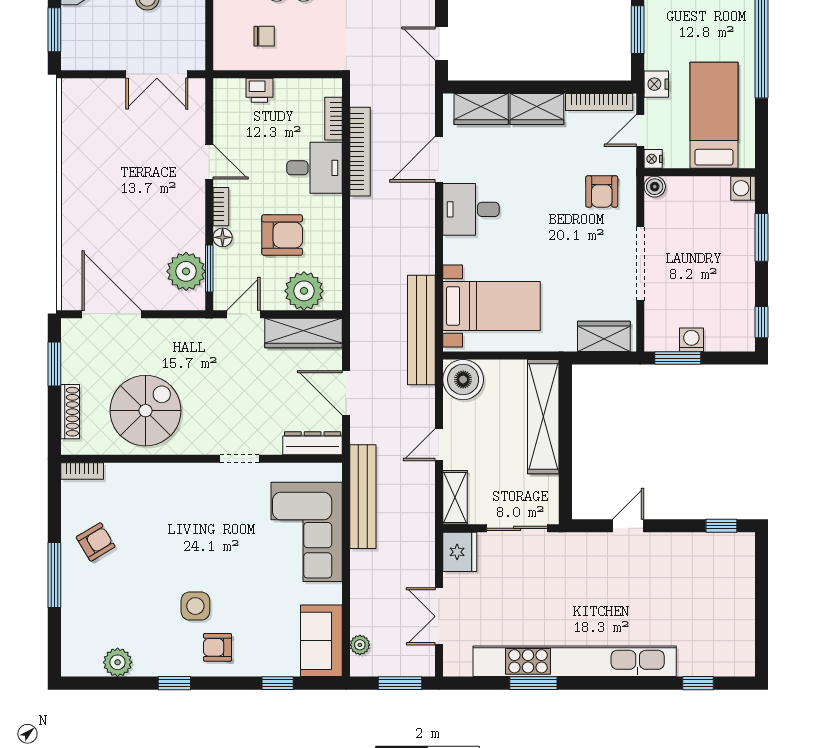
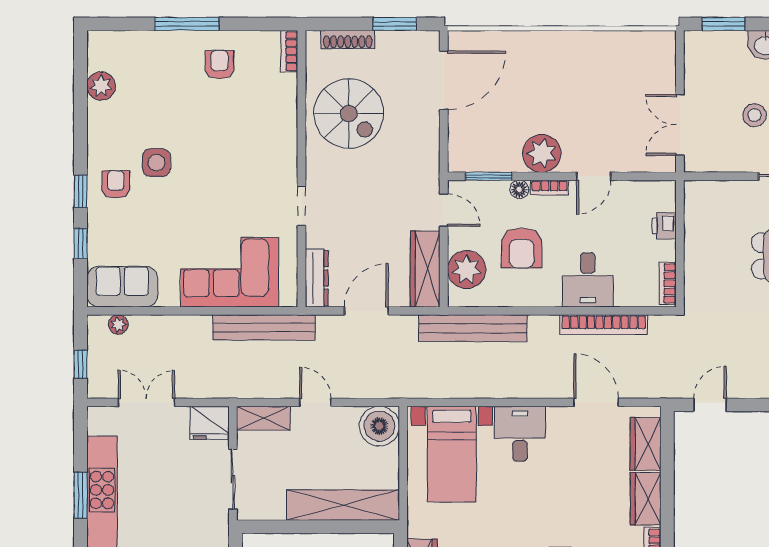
chair: (264, 36) -> (717, 230), removed
bookcase: (334, 119) -> (668, 283), moved, turned -90
desk: (471, 209) -> (520, 434), moved
plant: (186, 271) -> (542, 153), moved
bench: (421, 330) -> (473, 328), moved
armchair: (96, 542) -> (219, 65), turned -149
window: (174, 683) -> (81, 191), moved
window: (400, 683) -> (81, 364), width x0.67

